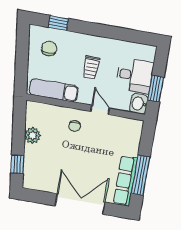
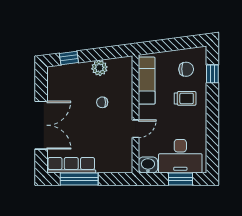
trolley: (91, 67) -> (185, 98), moved, turned 180
desk: (134, 76) -> (180, 156), width x1.37
window: (156, 89) -> (181, 179), moved
chair: (75, 126) -> (102, 102), moved

